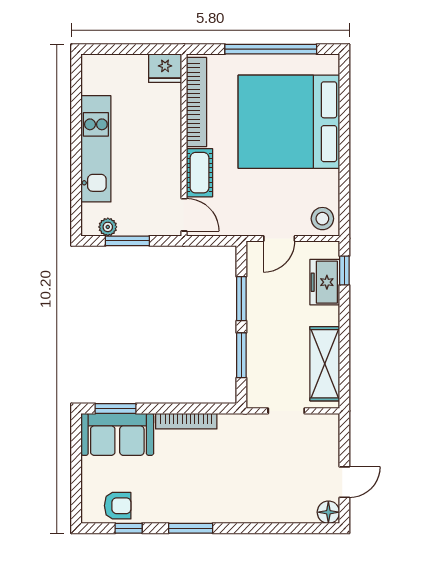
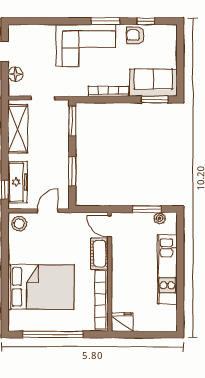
bed: (289, 122) -> (41, 287), width x0.73
freezer: (325, 282) -> (18, 182), width x1.40
window: (241, 355) -> (72, 121), moved
corner sofa: (221, 491) -> (86, 45), added
armchair: (118, 506) -> (135, 35), moved
floor lamp: (328, 512) -> (15, 74), moved

